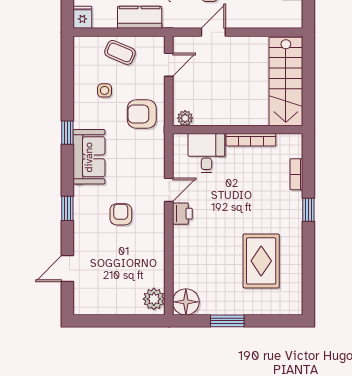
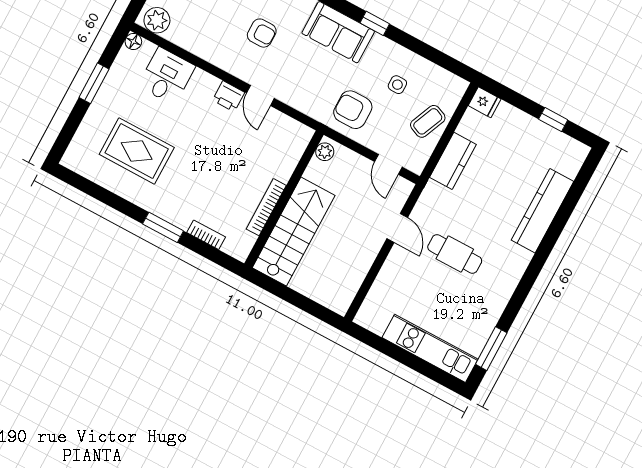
stairs: (286, 81) -> (294, 232), moved, turned 90
armchair: (142, 114) -> (353, 110), turned -90
desk: (206, 153) -> (167, 76), moved, turned -90
window: (308, 210) -> (163, 227), width x1.50
floor lamp: (186, 302) -> (133, 41), width x0.53, depth x0.53

